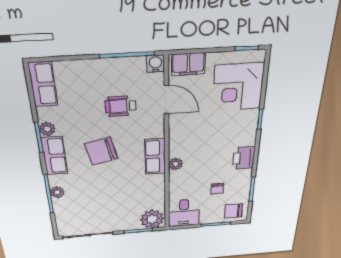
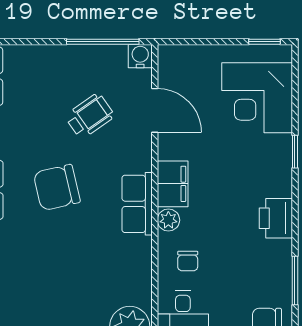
filing cabinet: (188, 64) -> (173, 184), moved, turned -90
wheelchair: (121, 106) -> (90, 116), turned 145
chair: (217, 189) -> (188, 261), moved

